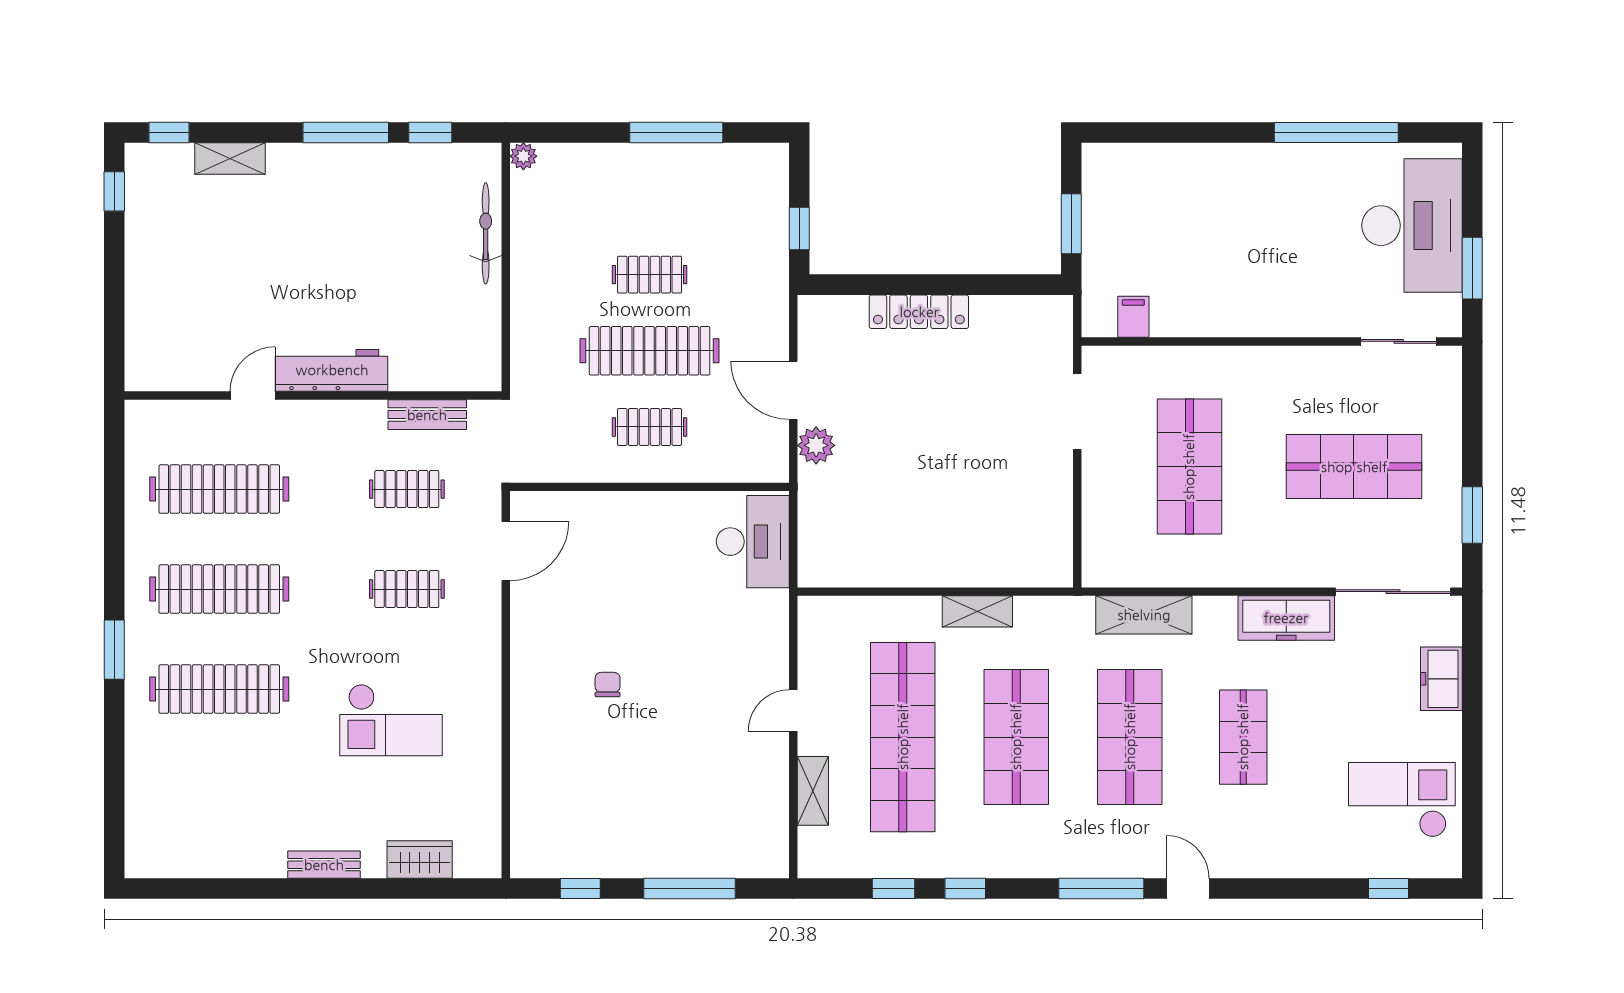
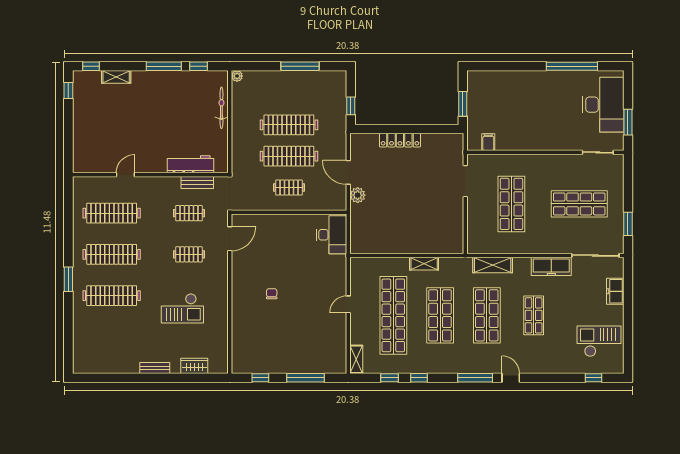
clothes rail: (650, 275) -> (289, 125), width x1.86, depth x1.31
workbench: (332, 370) -> (191, 164), moved
shelving: (813, 791) -> (356, 359), moved

